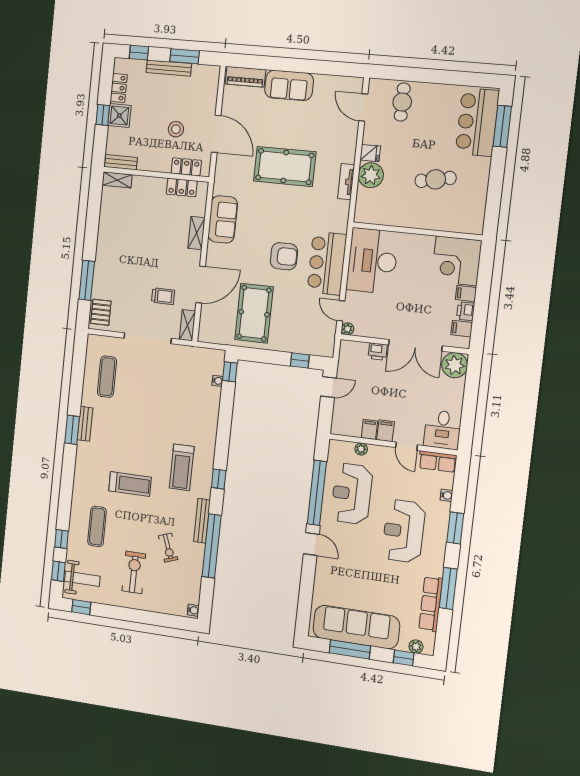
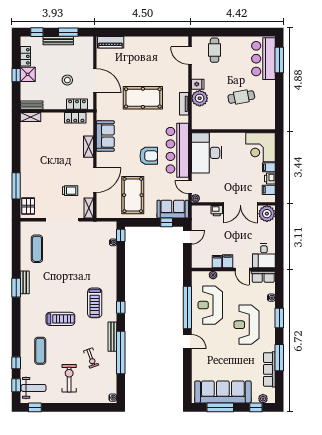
sofa: (289, 85) -> (173, 209), moved, turned 180
bar counter: (327, 263) -> (177, 150), width x1.36

